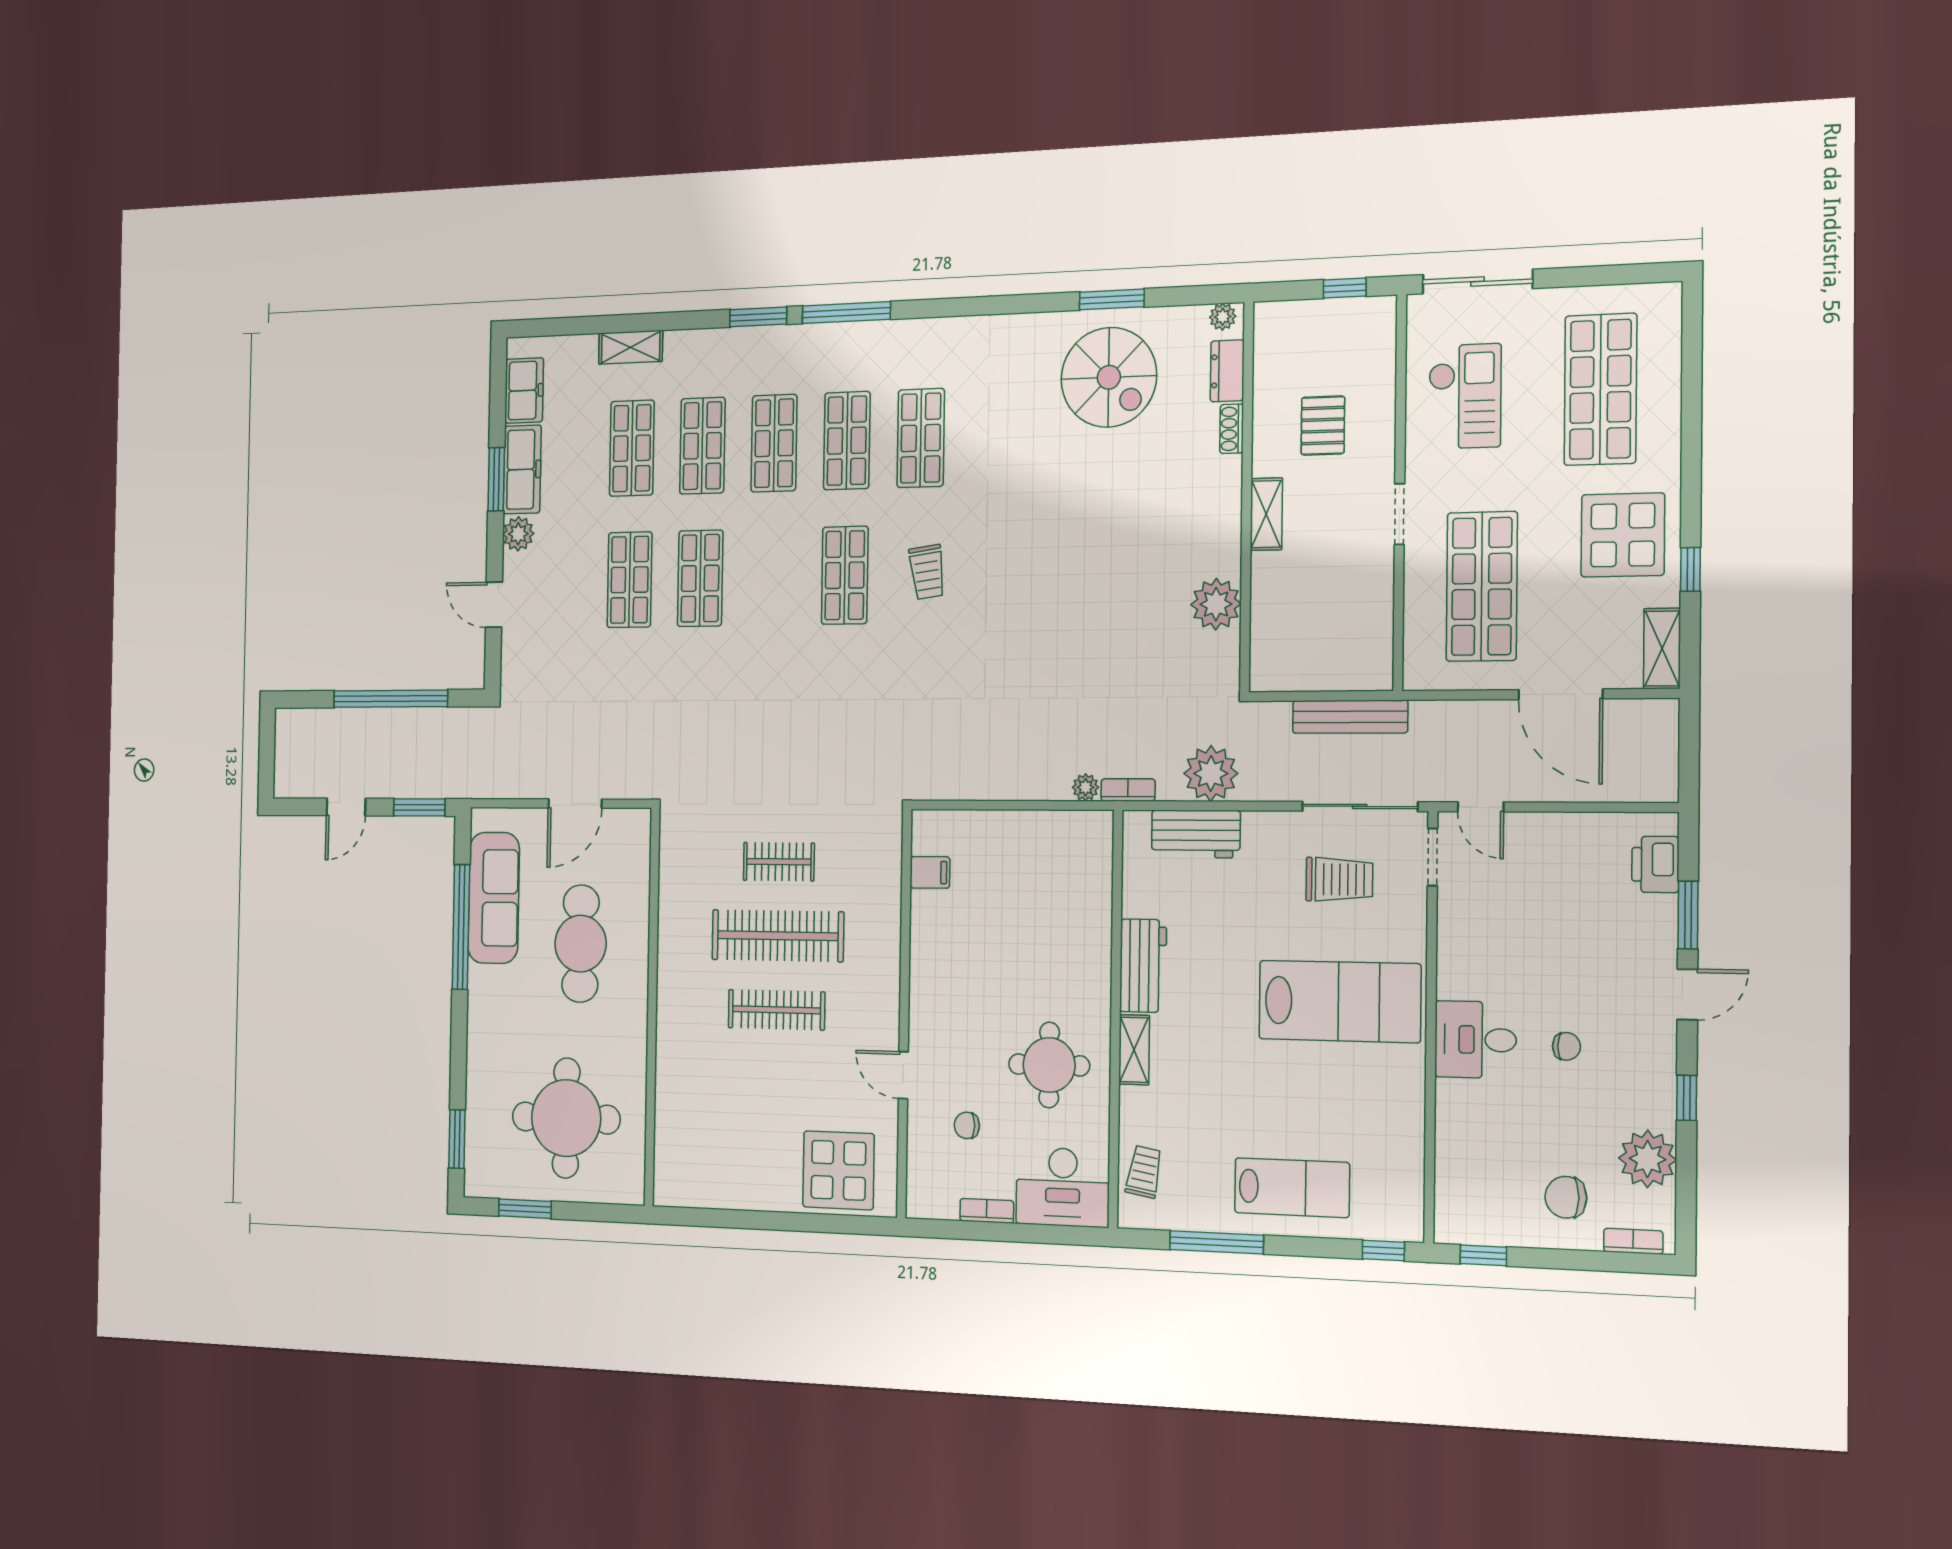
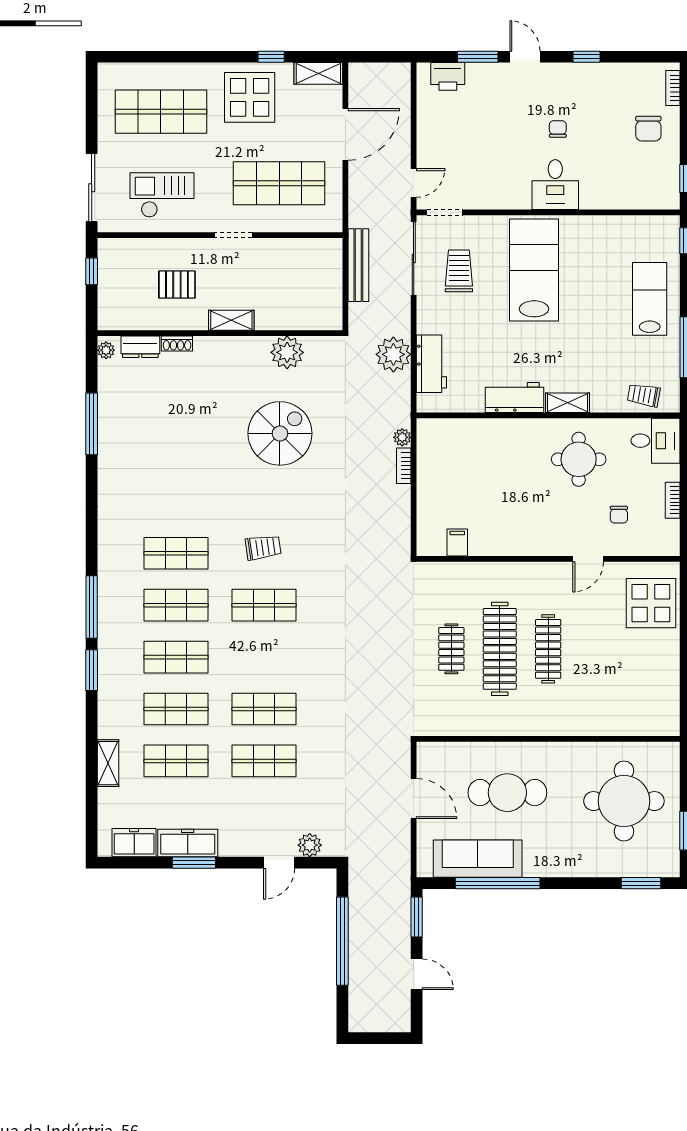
window: (1112, 299) -> (92, 424), width x1.44
spiral stairs: (1109, 377) -> (280, 433), moved
plant: (518, 534) -> (310, 845), moved
bookcase: (1128, 790) -> (404, 466), moved
plant: (1648, 1159) -> (624, 80), removed
desk: (1063, 1187) -> (655, 441), width x0.73

